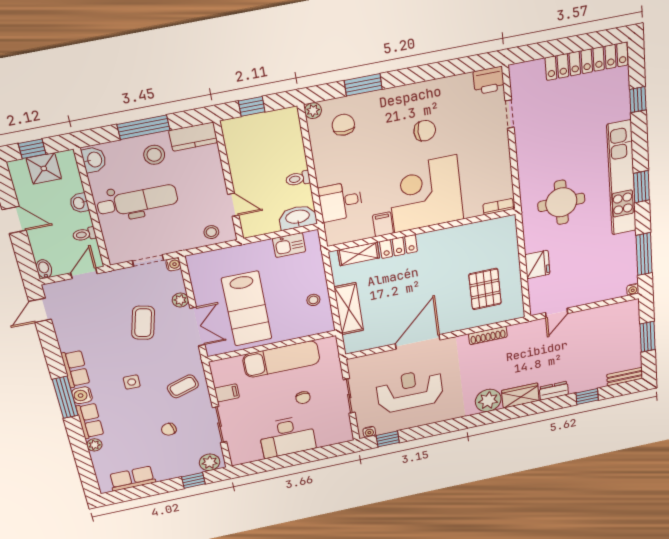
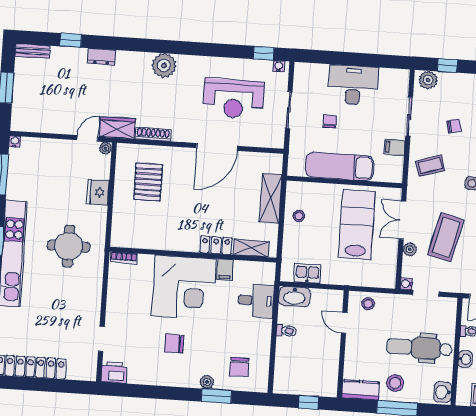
plant: (313, 111) -> (207, 382), moved
plant: (536, 309) -> (105, 148), added
coffee table: (143, 323) -> (446, 237), width x1.36, depth x1.32
wardrobe: (520, 396) -> (117, 128), moved, turned 180

